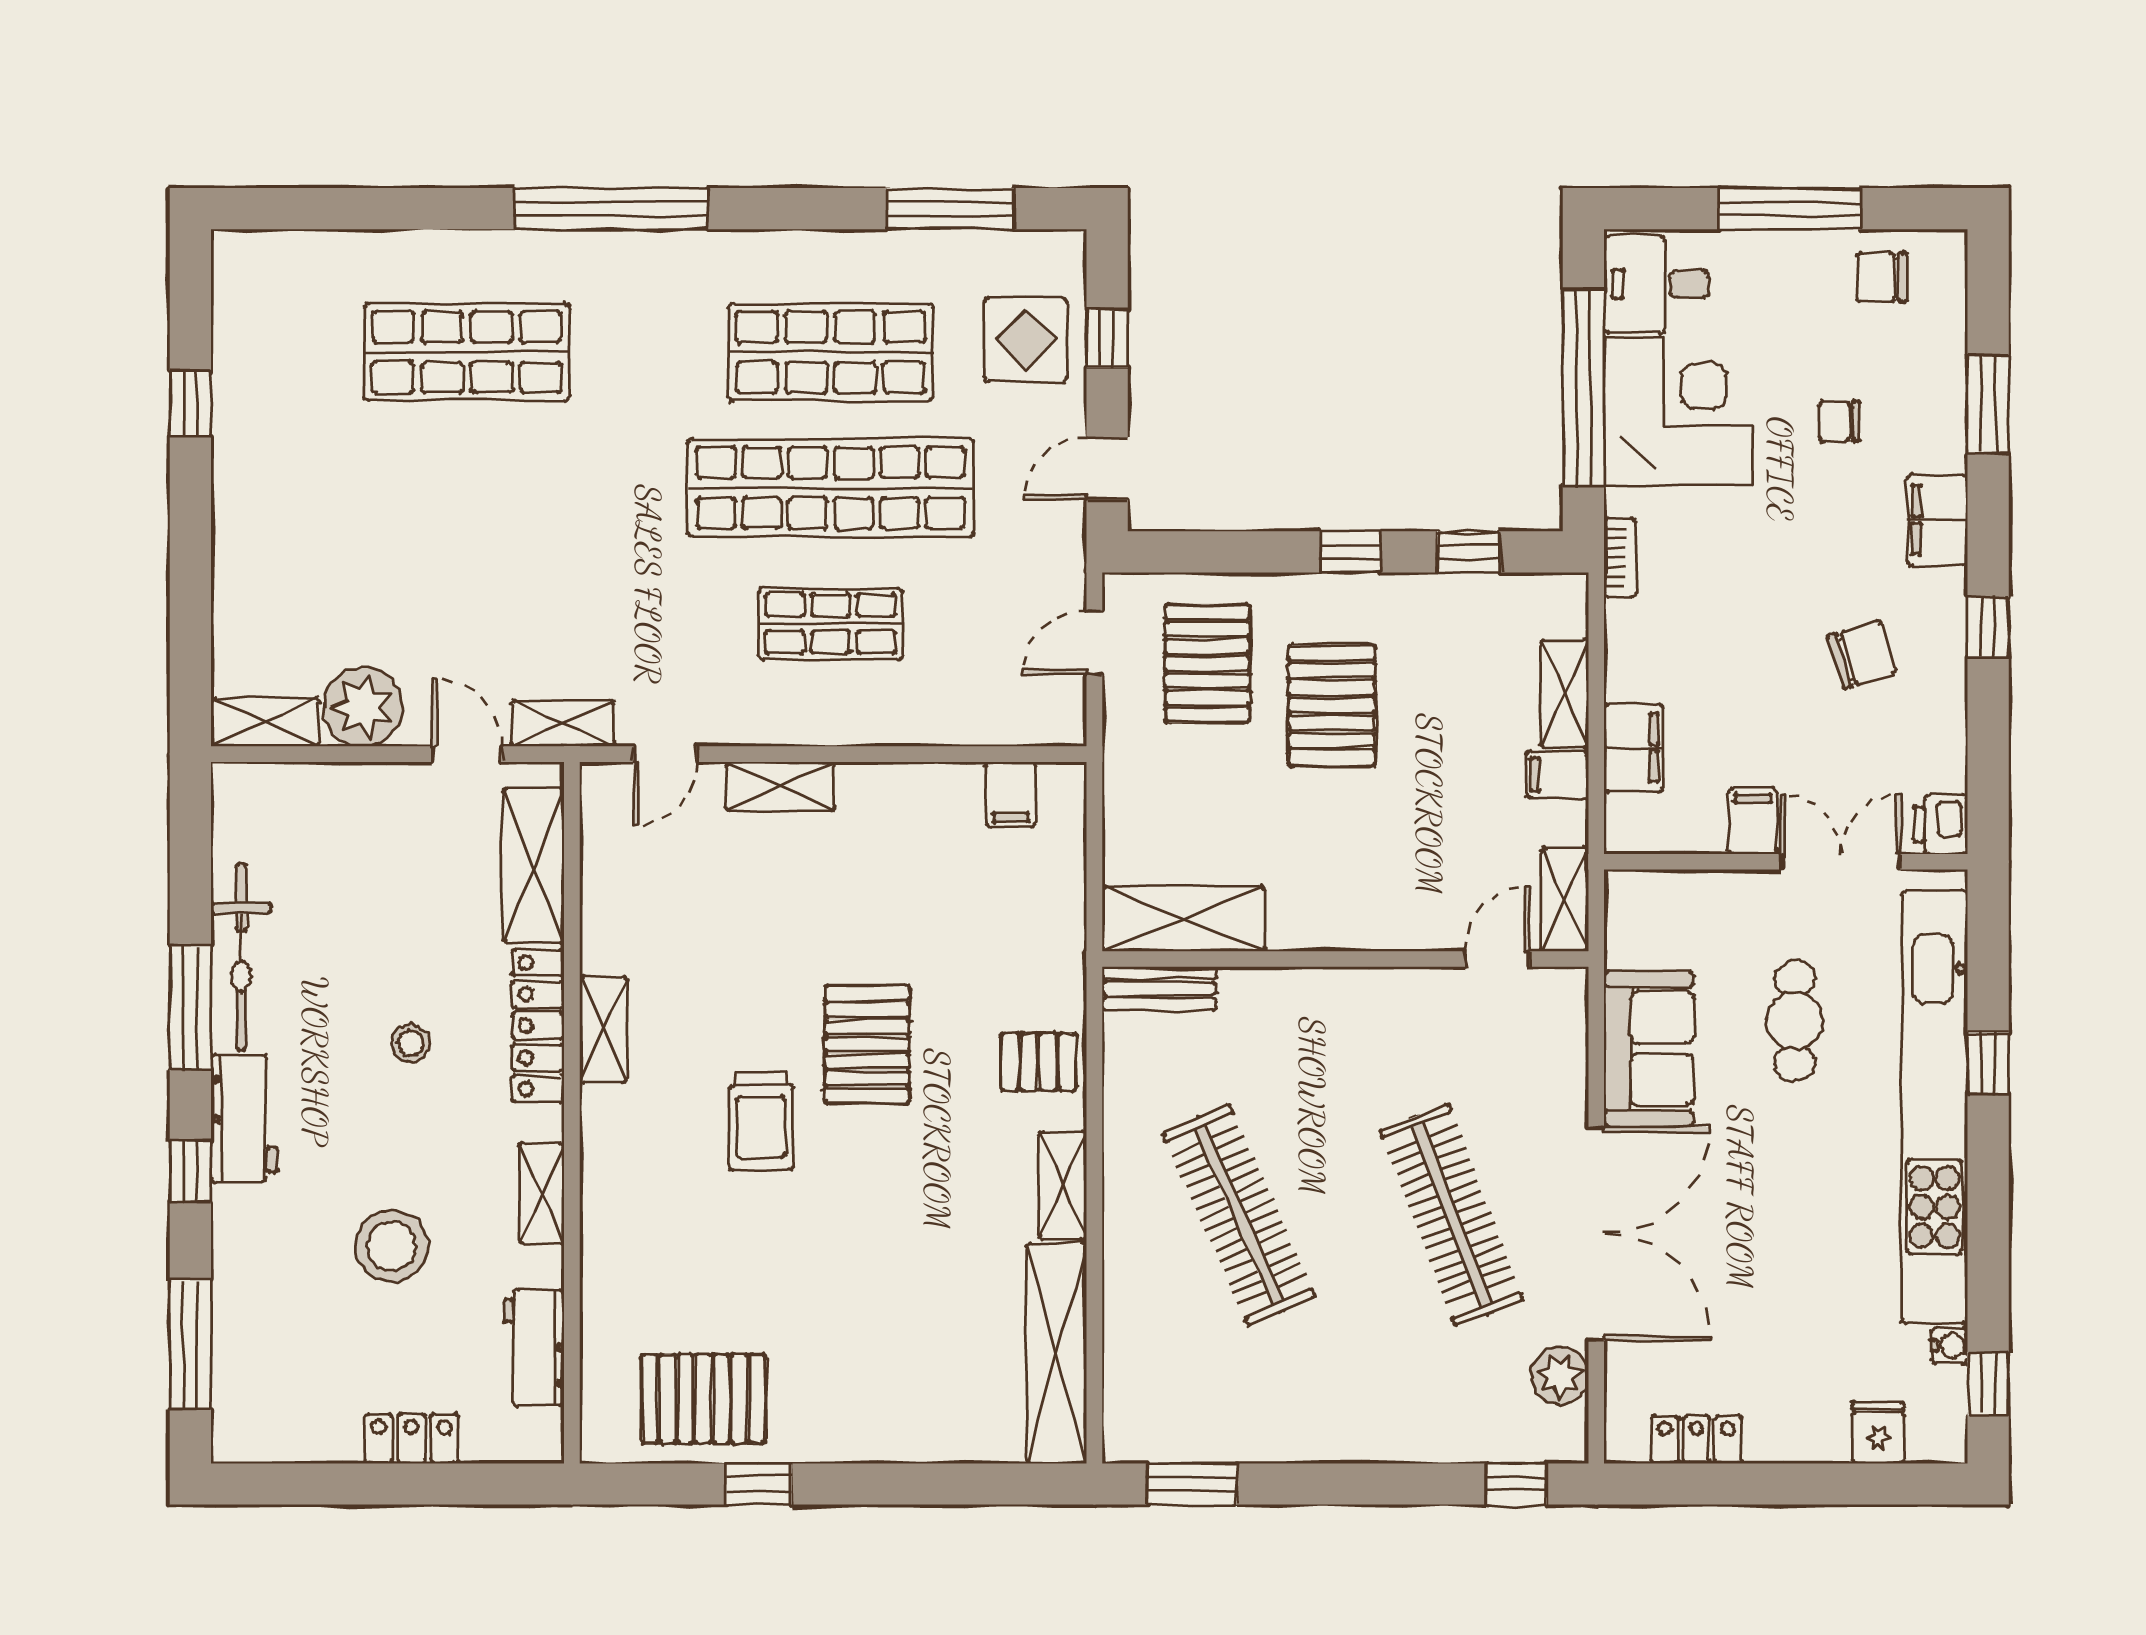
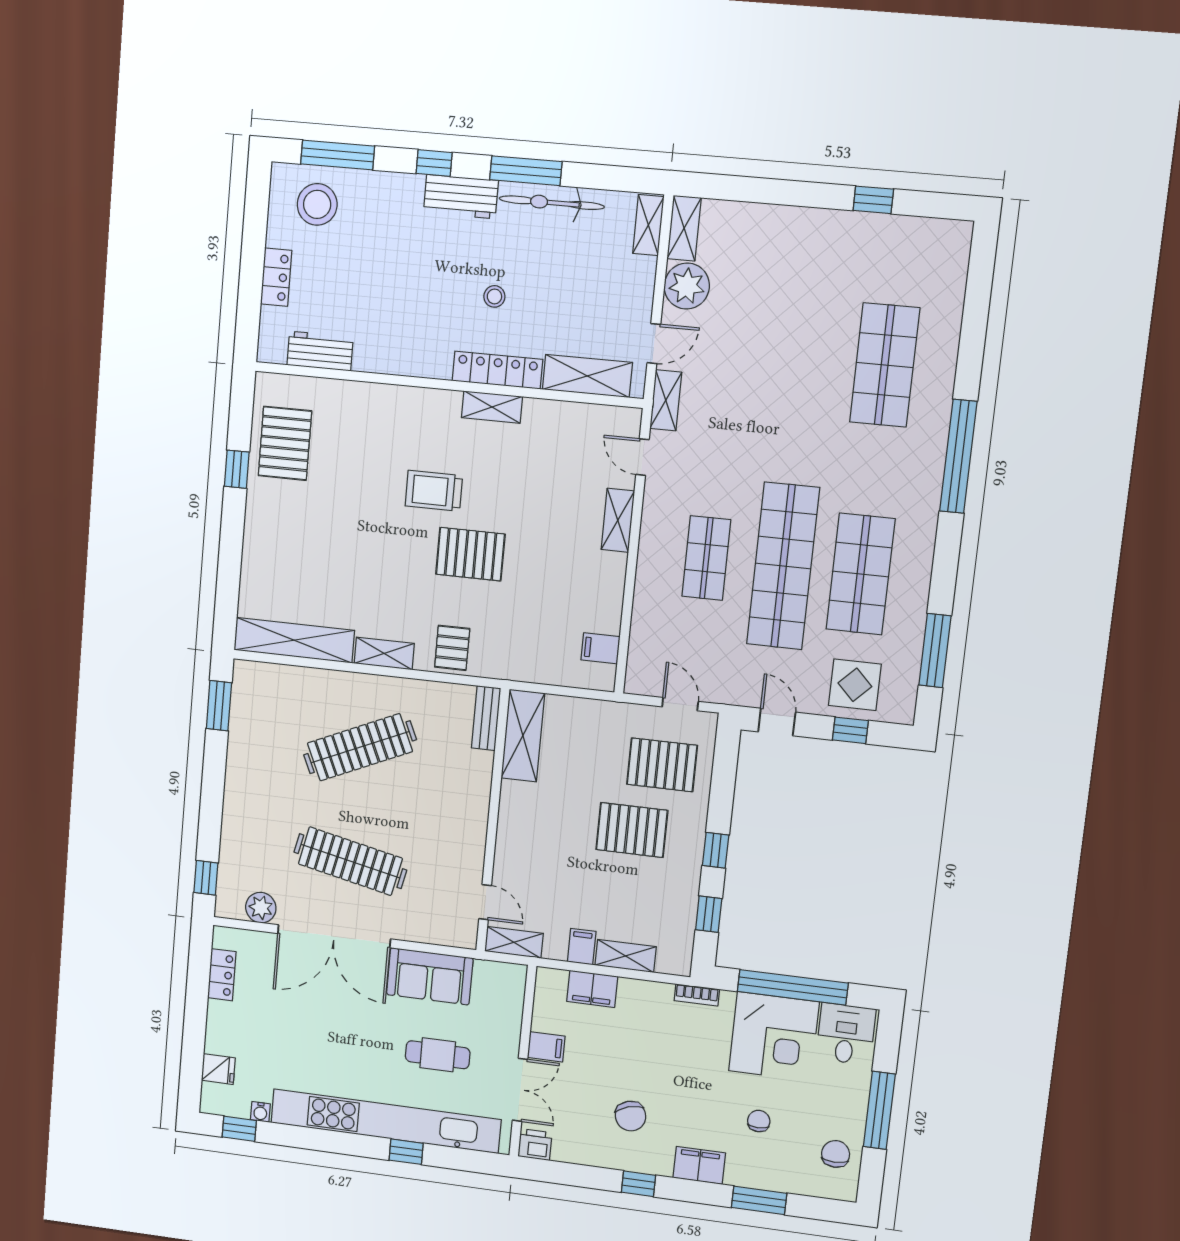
shelving: (542, 1193) -> (648, 225), moved, turned 90
clothes rail: (1452, 1215) -> (350, 861), turned 33
stool: (392, 1246) -> (317, 204), moved

